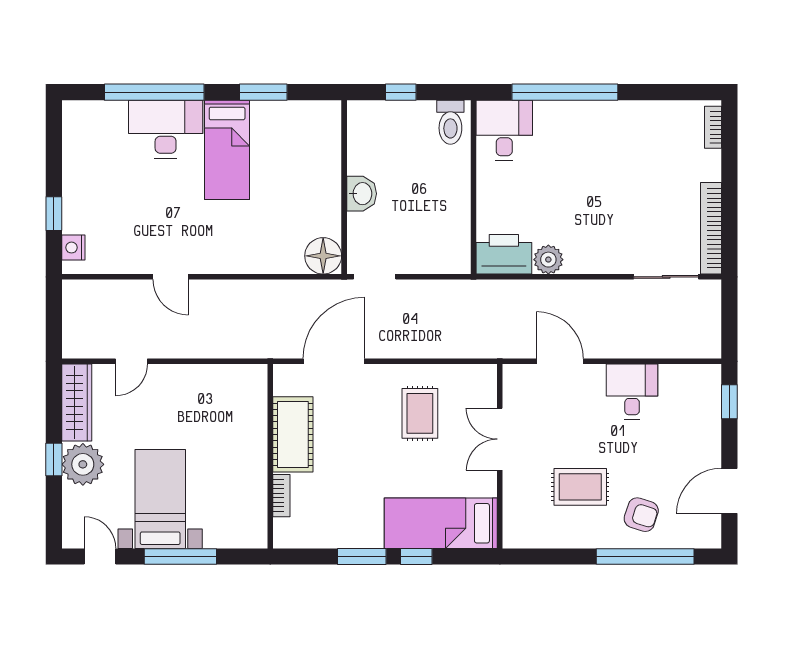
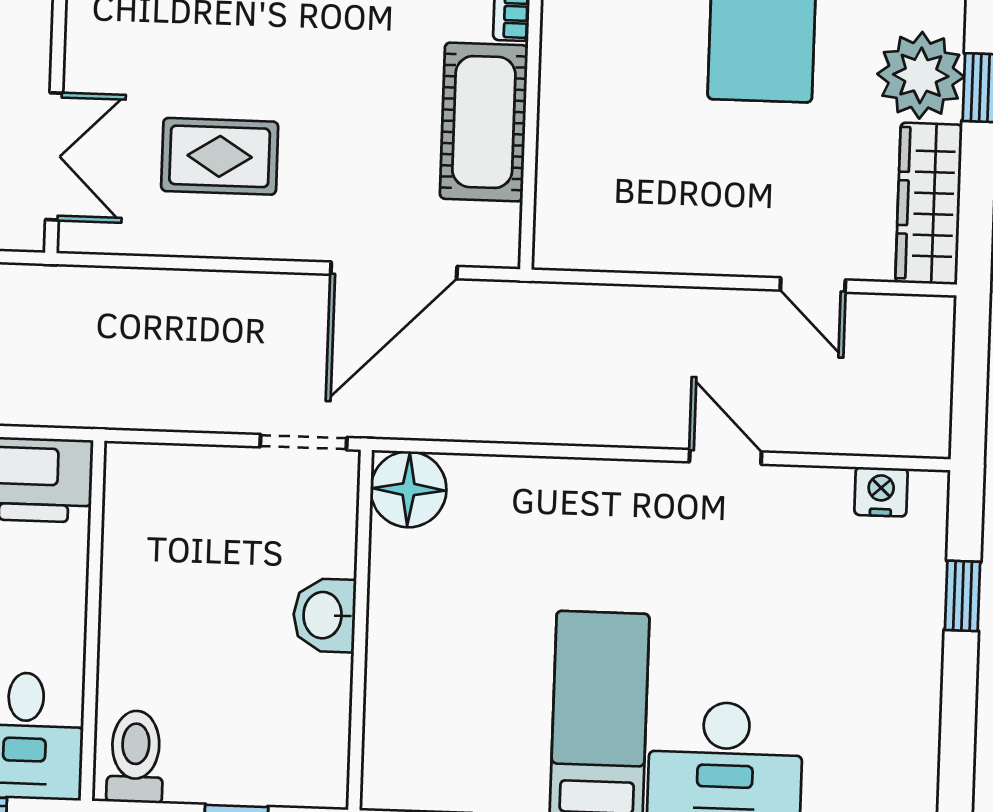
nightstand: (73, 248) -> (881, 492), moved, turned -90
door: (131, 361) -> (813, 285), swing flipped
rug: (420, 413) -> (220, 156), turned 90
double door: (500, 439) -> (54, 156), moved

